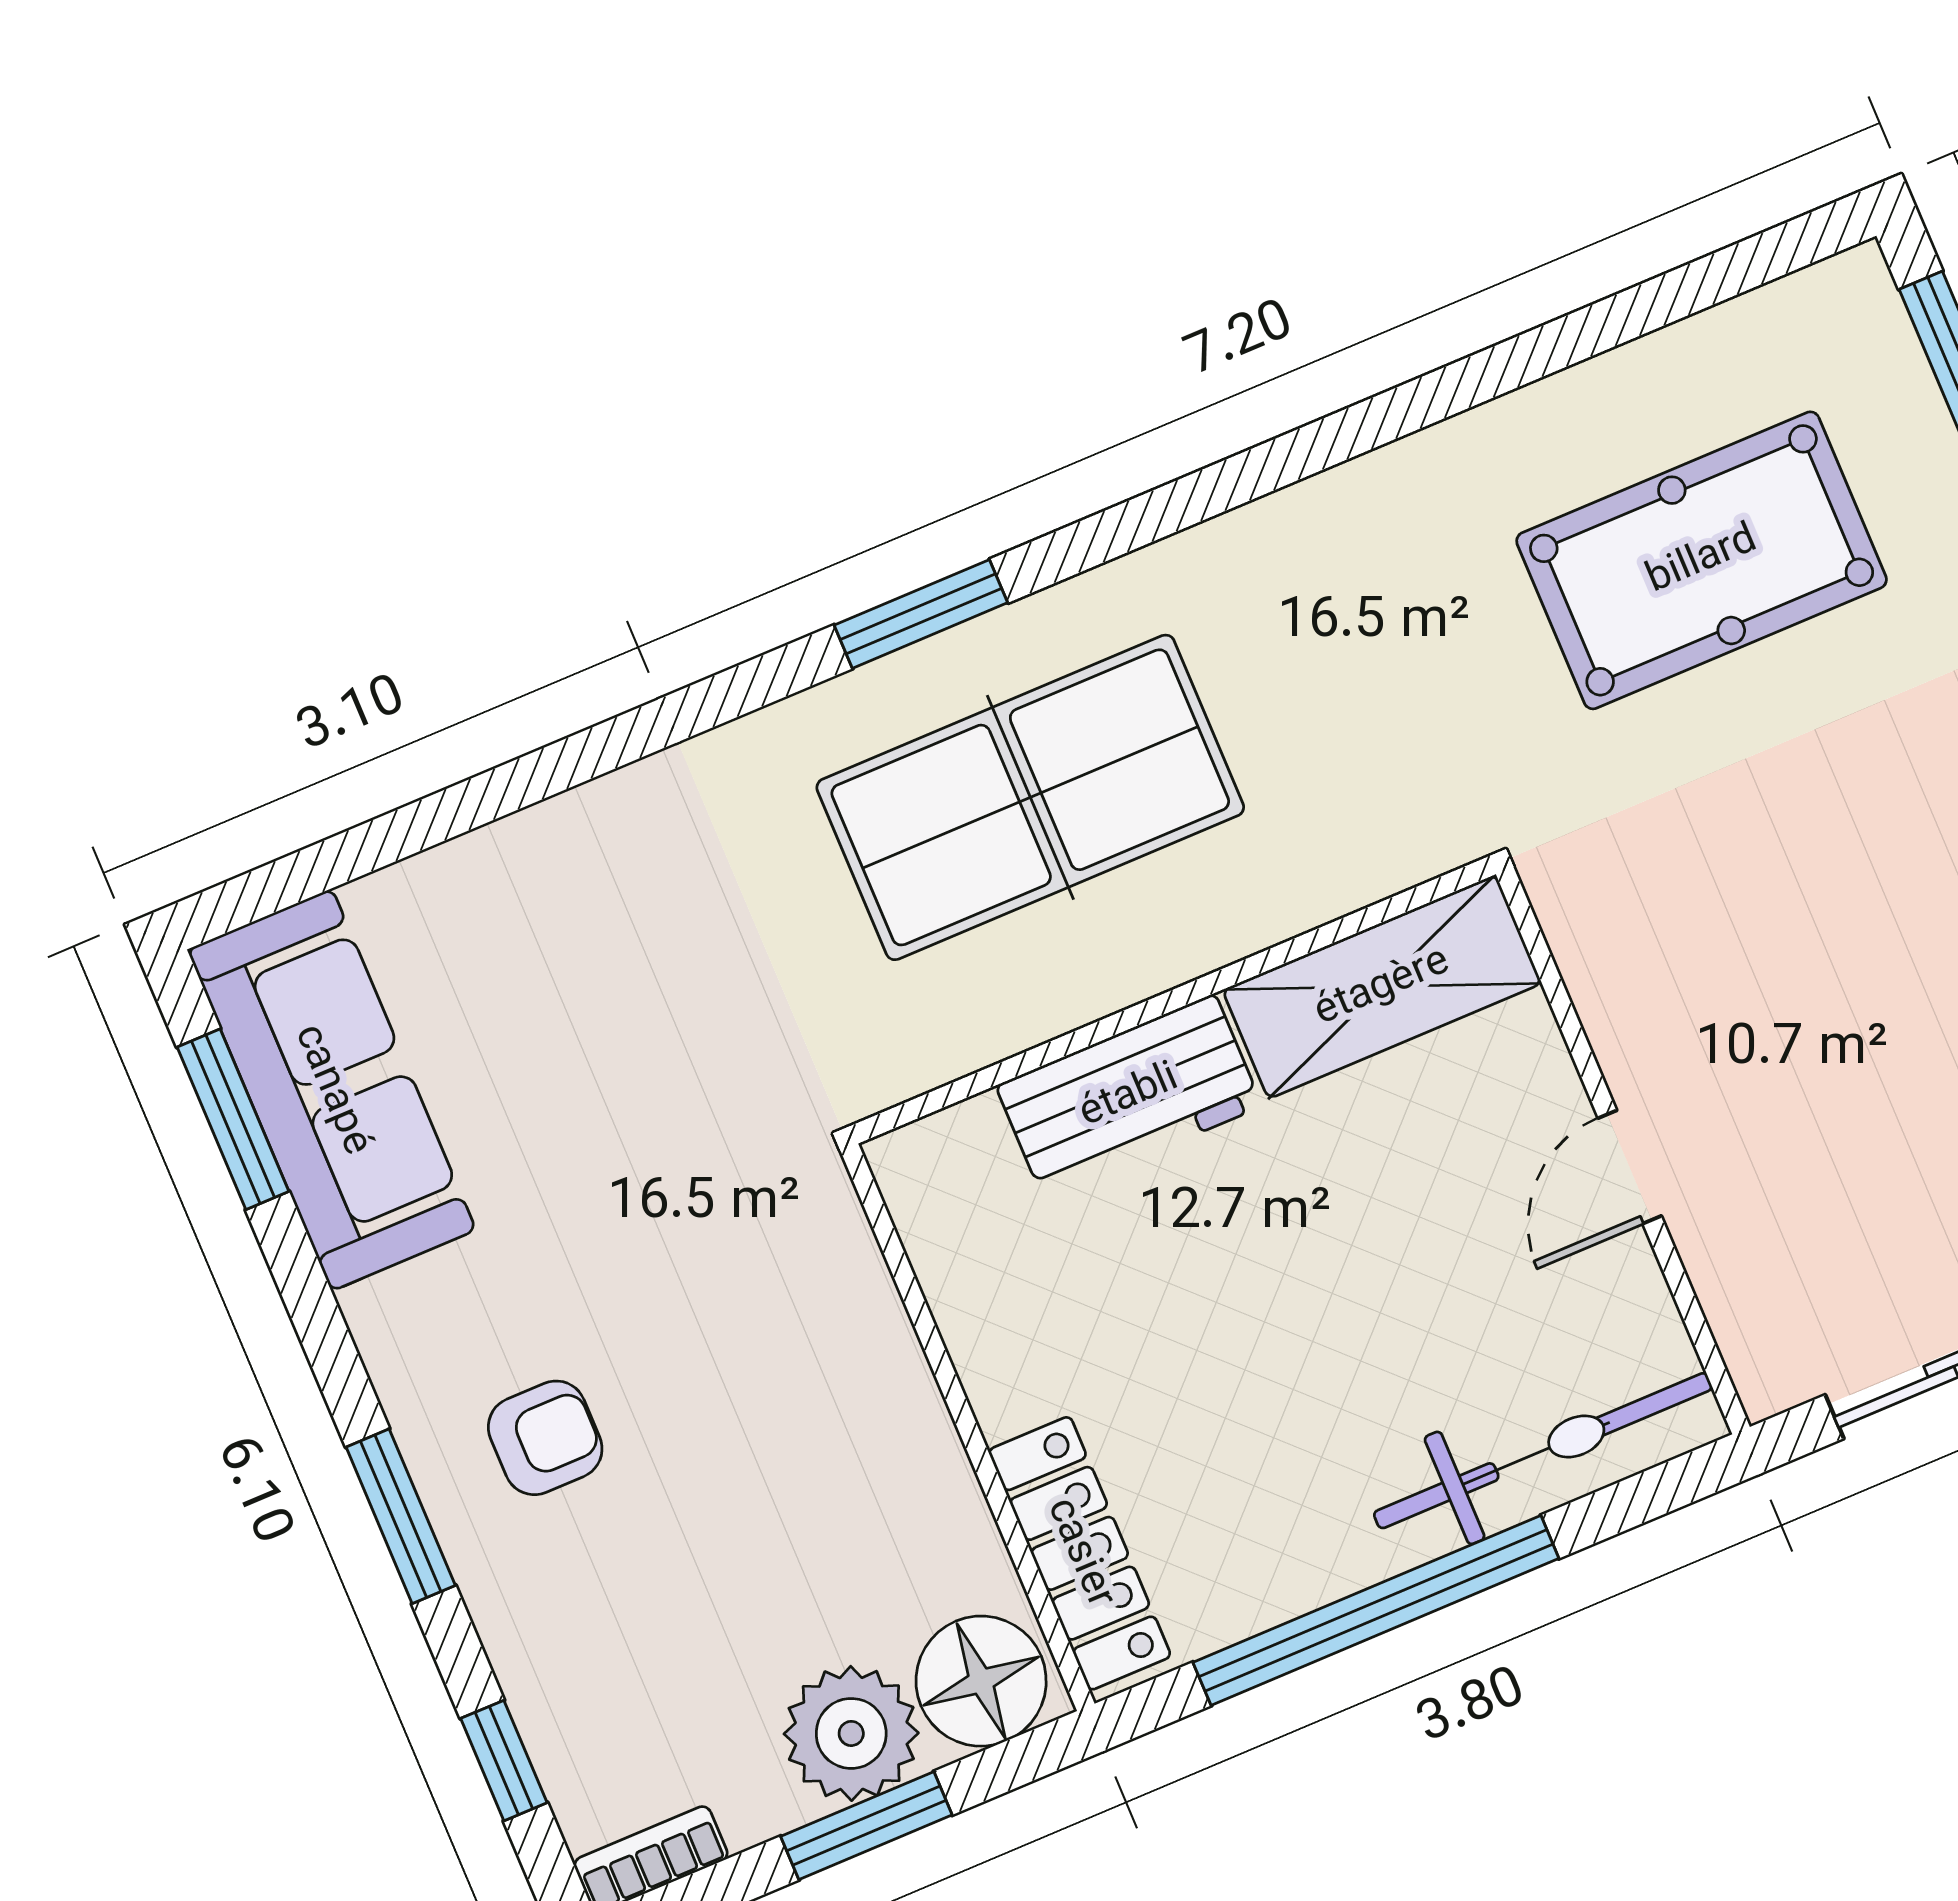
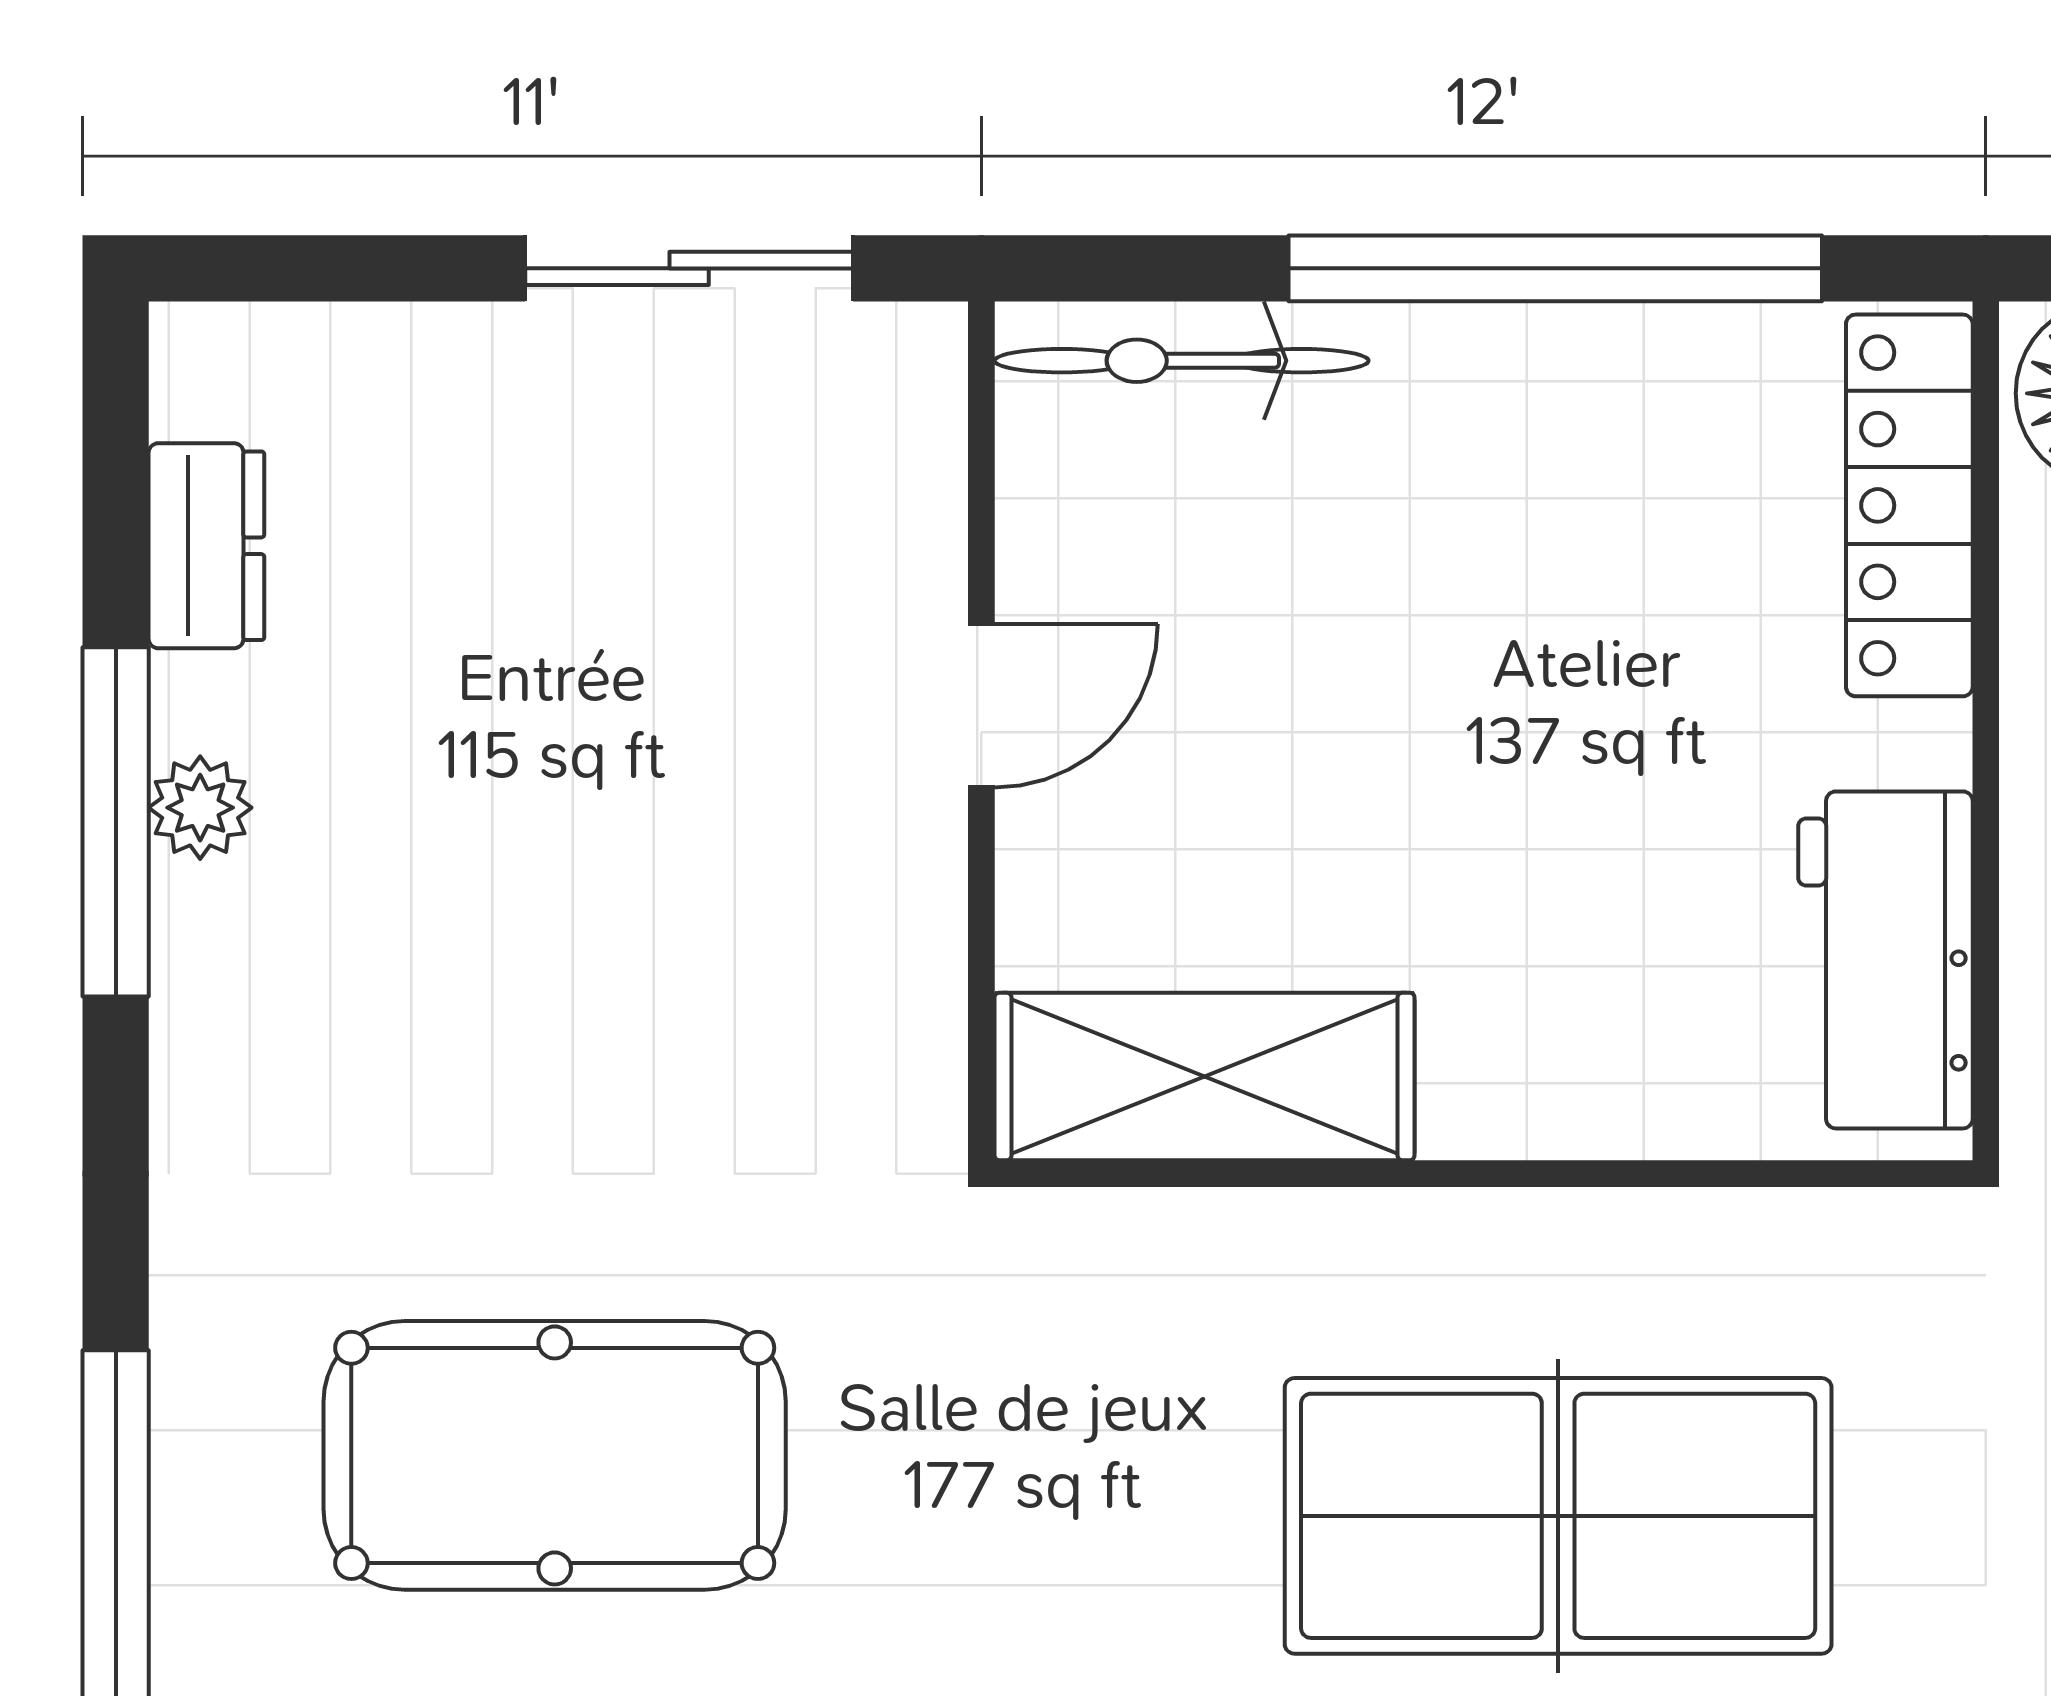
workbench: (1129, 1096) -> (1885, 960), moved, turned -90
bicycle: (1543, 1451) -> (1182, 361), width x0.73, depth x0.71

